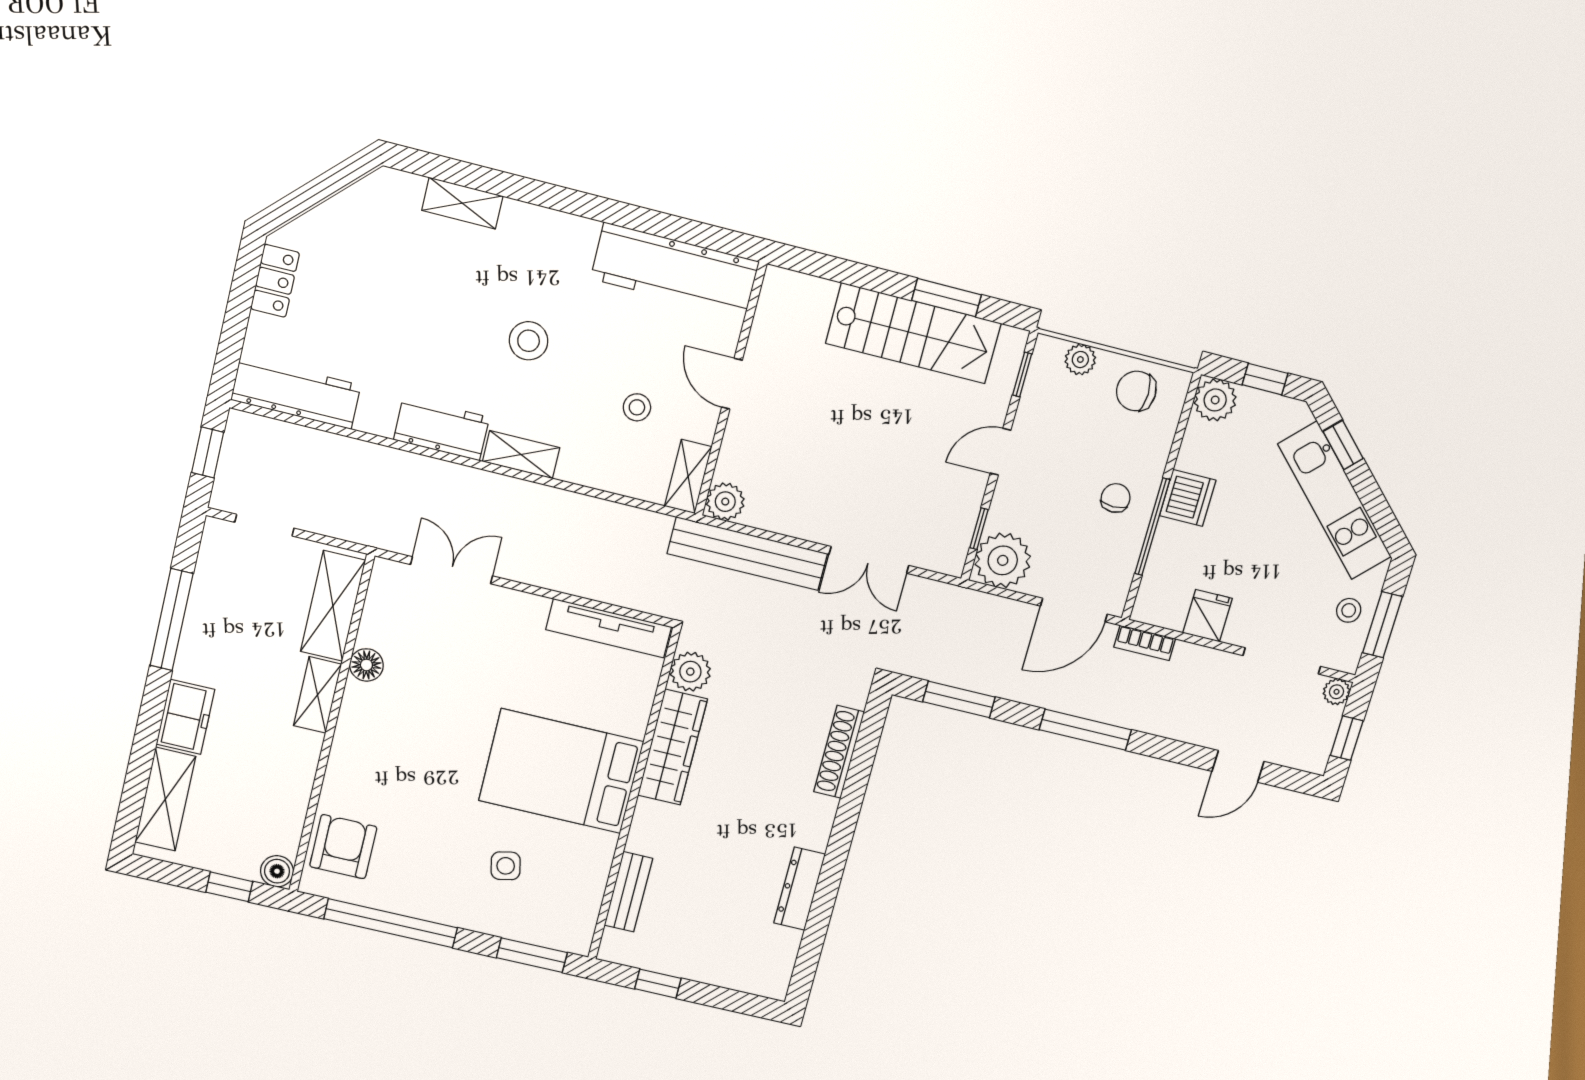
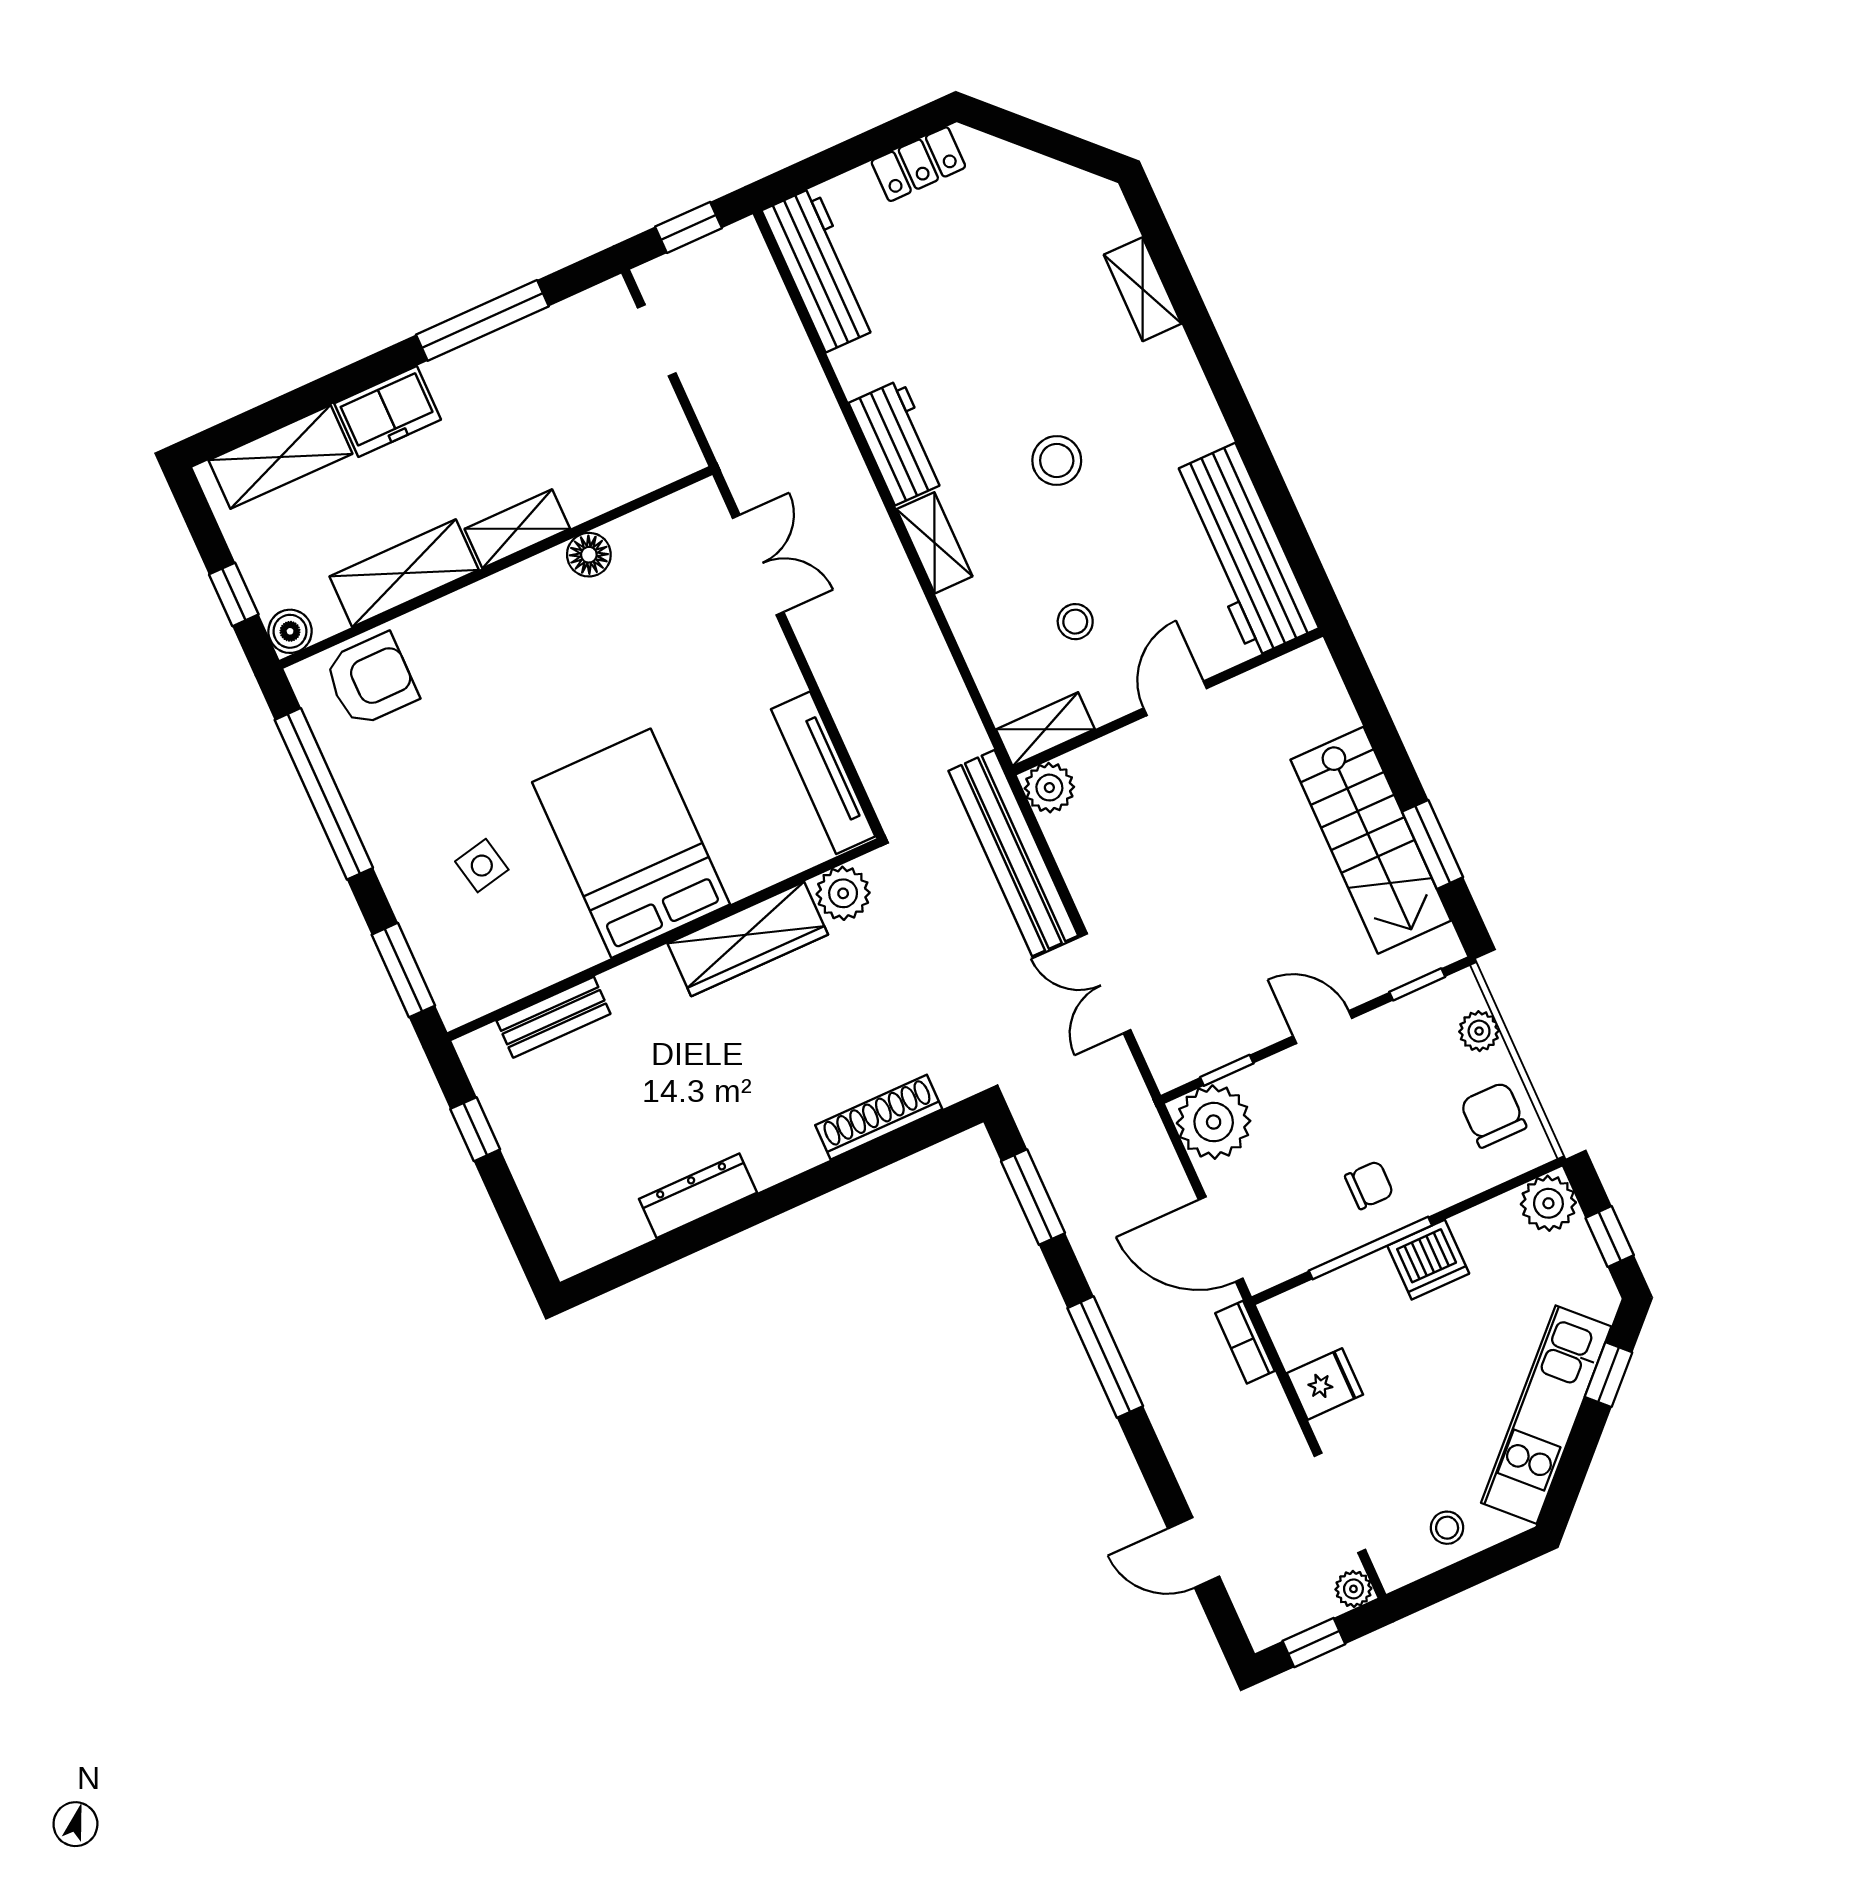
shelving: (333, 606) -> (404, 573), moved
window: (1382, 625) -> (1460, 1576), removed

